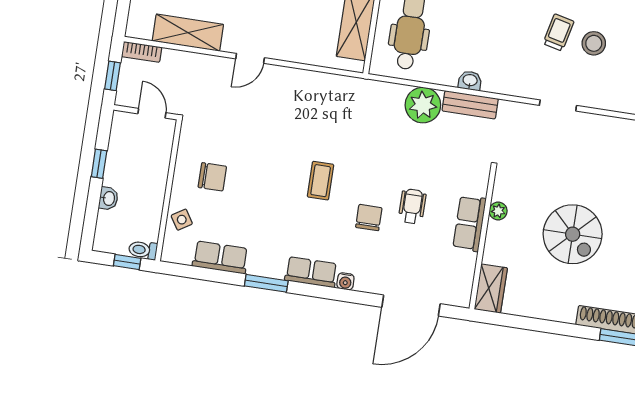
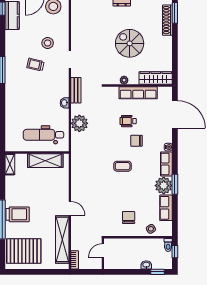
shelving: (188, 33) -> (62, 239), width x1.47
stool: (594, 43) -> (48, 43), moved
window: (113, 76) -> (88, 272), removed
bench: (470, 105) -> (76, 90), moved
window: (99, 164) -> (157, 272), moved
row of seats: (469, 223) -> (138, 93), width x1.48
spiral stairs: (573, 234) -> (130, 43), turned -90
plant: (267, 260) -> (164, 186), added
wardrobe: (491, 289) -> (156, 78), width x1.50

